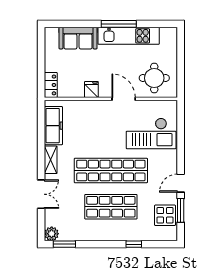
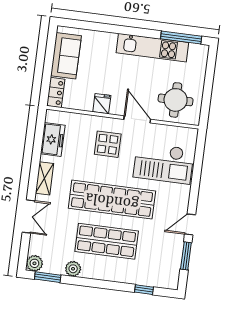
window: (119, 24) -> (181, 38), moved
sofa: (78, 38) -> (66, 56), moved, turned -90
freezer: (53, 126) -> (53, 140), width x0.71
display table: (165, 215) -> (108, 144), moved
plant: (85, 234) -> (73, 269), added
window: (134, 244) -> (144, 290), moved

